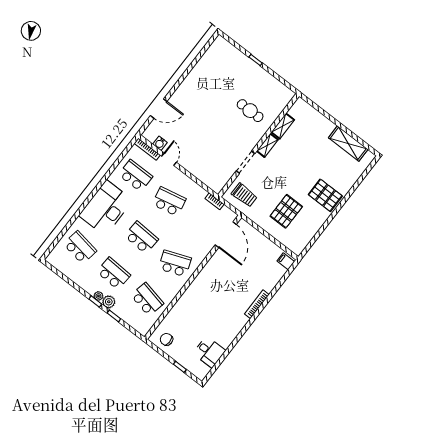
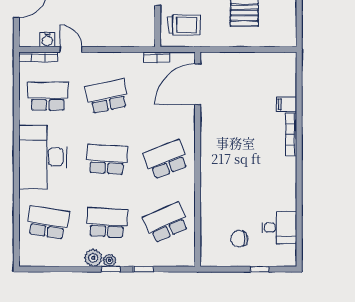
door: (226, 235) -> (198, 84), swing flipped
filing cabinet: (286, 261) -> (287, 104), moved
school desk: (147, 299) -> (166, 223), turned -36
plant: (109, 302) -> (93, 258), moved
chair: (166, 339) -> (239, 239), moved

